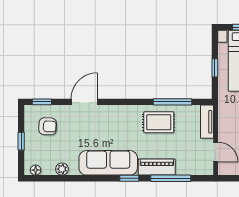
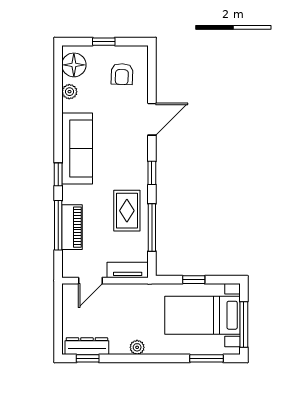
window: (42, 102) -> (152, 173), moved
door: (84, 102) -> (152, 119), hinge flipped
piano: (157, 167) -> (72, 227), moved
floor lamp: (36, 170) -> (74, 65), width x1.89, depth x1.89

